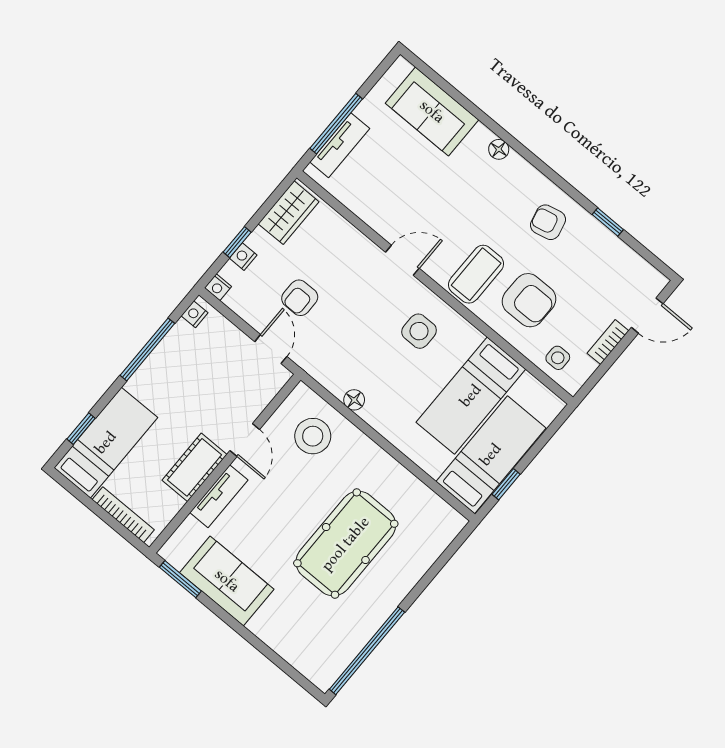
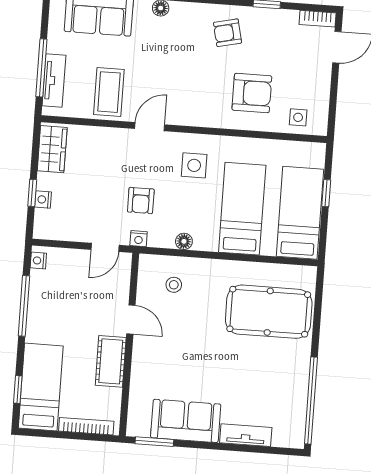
coffee table: (476, 274) -> (109, 92), moved
nightstand: (218, 287) -> (139, 239), moved
armchair: (300, 298) -> (141, 201), moved
bookcase: (608, 342) -> (318, 19), moved, turned -90
door: (271, 349) -> (105, 247), swing flipped
bed: (471, 396) -> (242, 209), moved, turned 180
stool: (313, 436) -> (174, 285), width x0.53, depth x0.53
window: (506, 484) -> (326, 193), moved
tv unit: (219, 496) -> (246, 435), moved, turned -90
pool table: (346, 544) -> (269, 312), moved, turned 90

